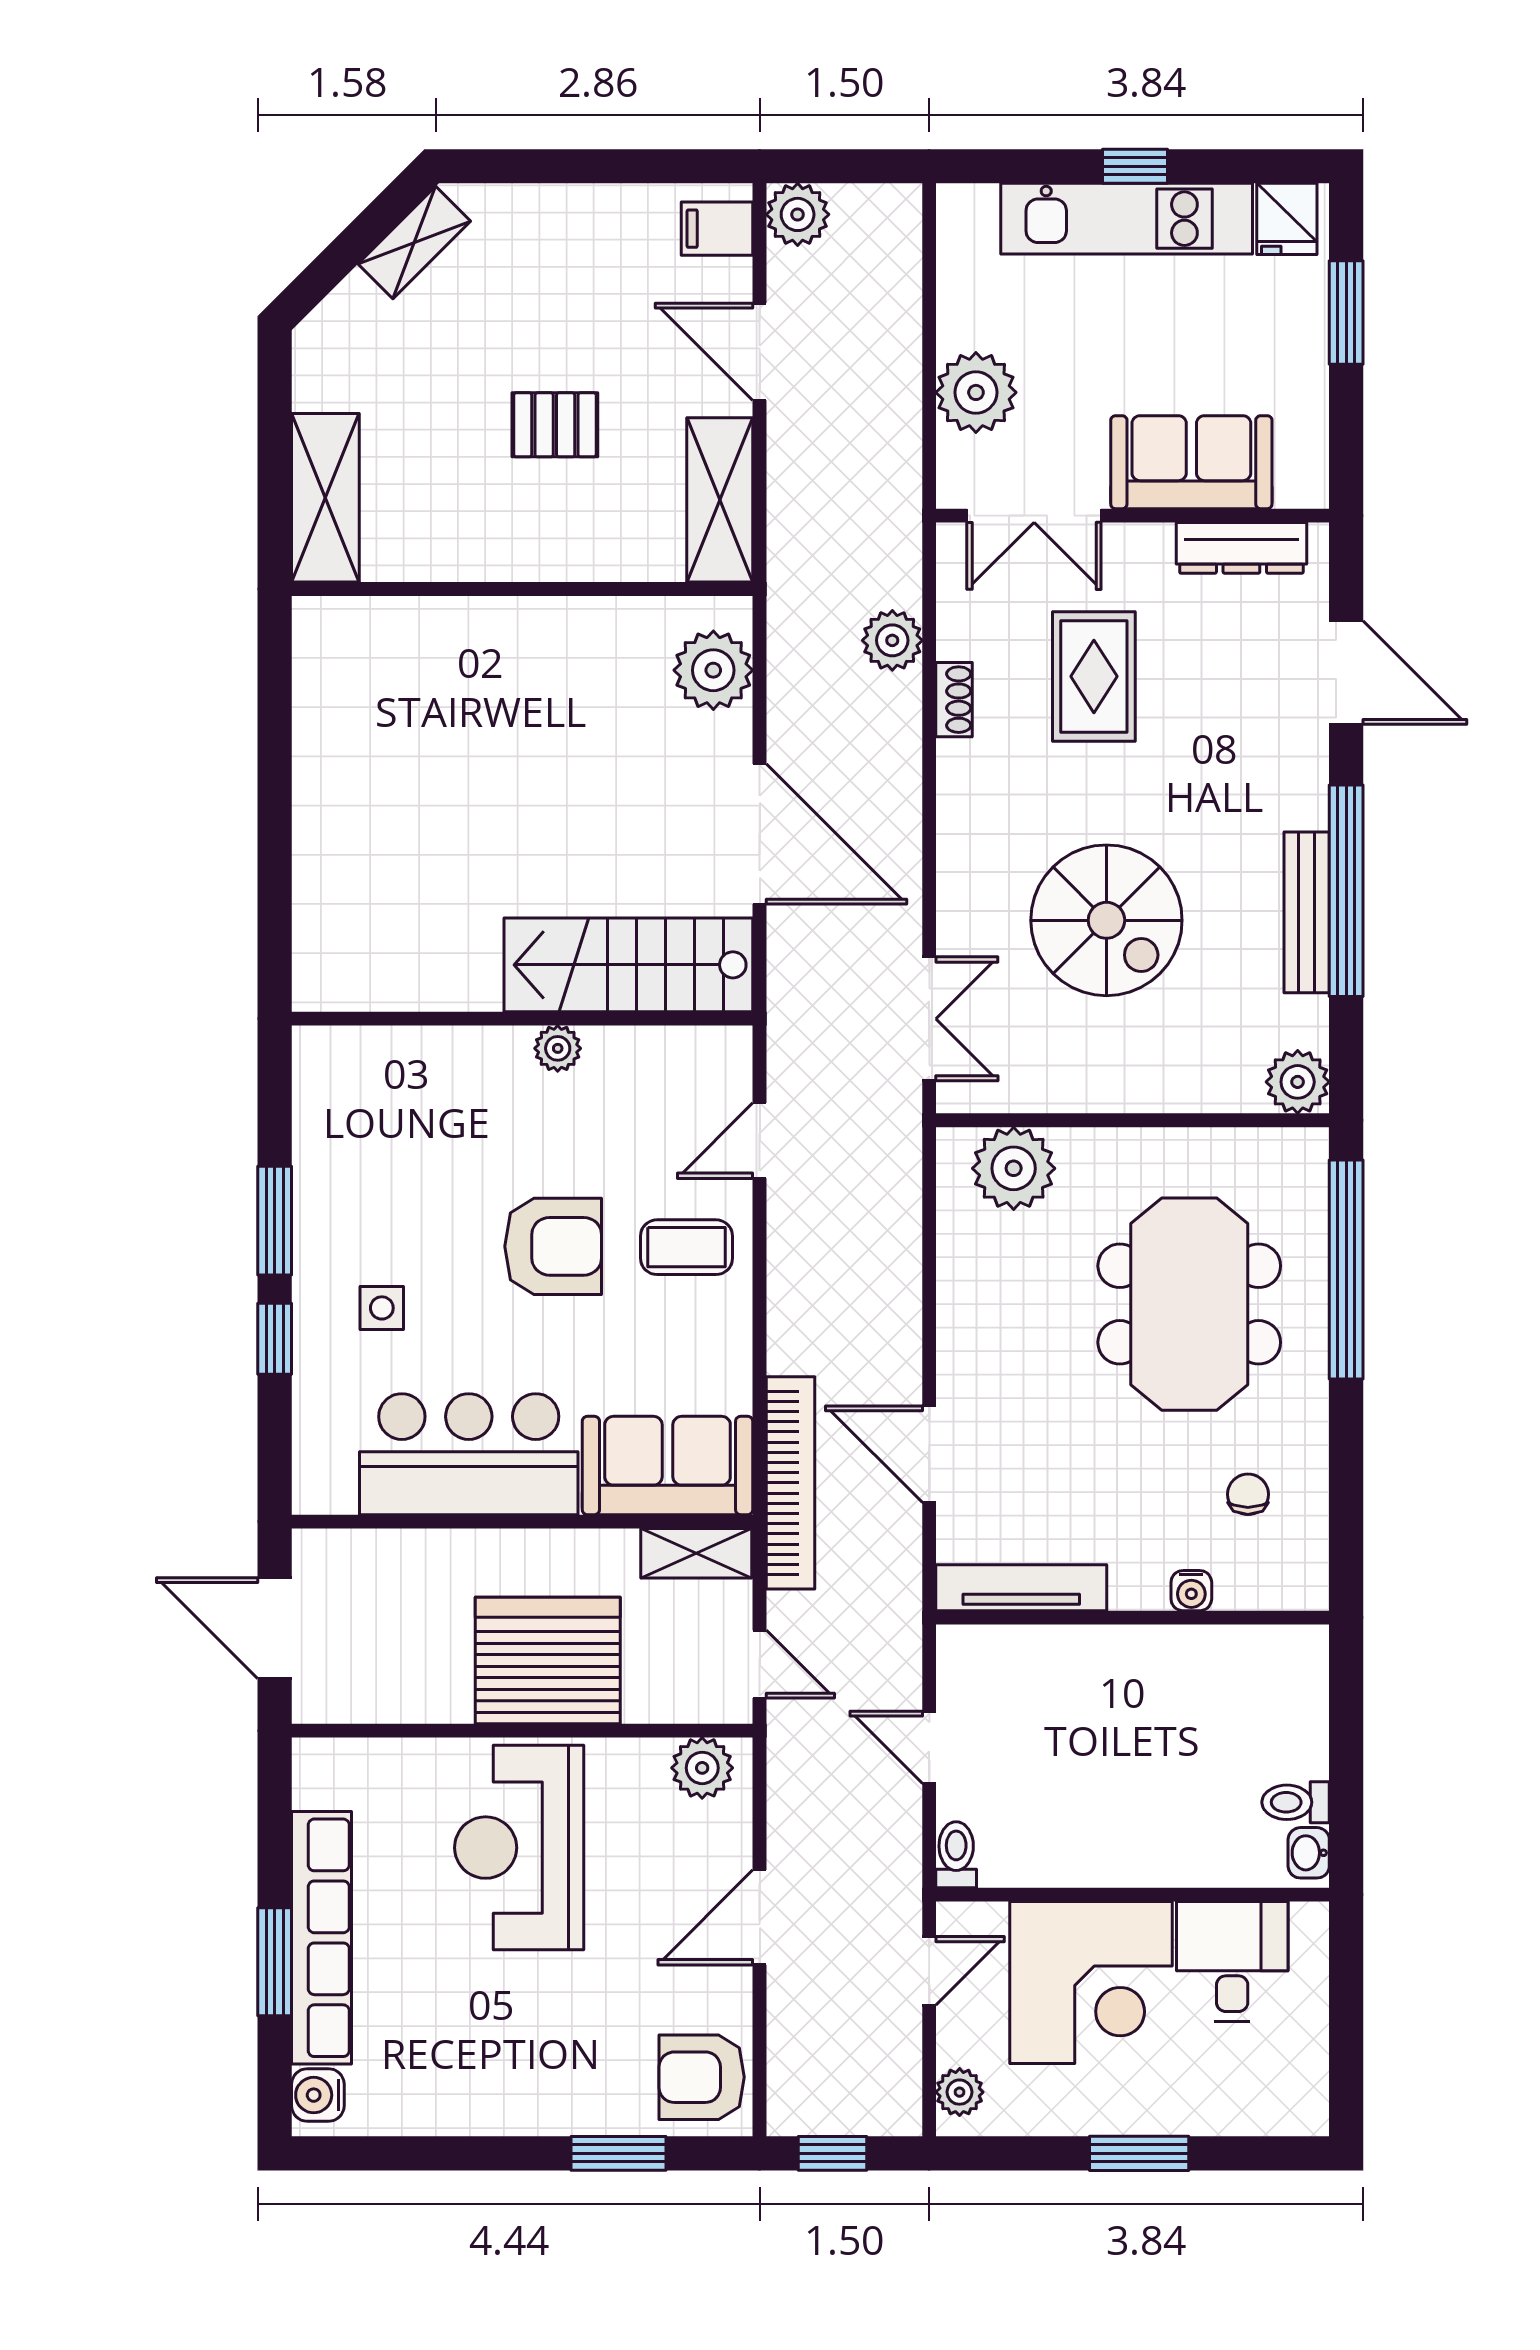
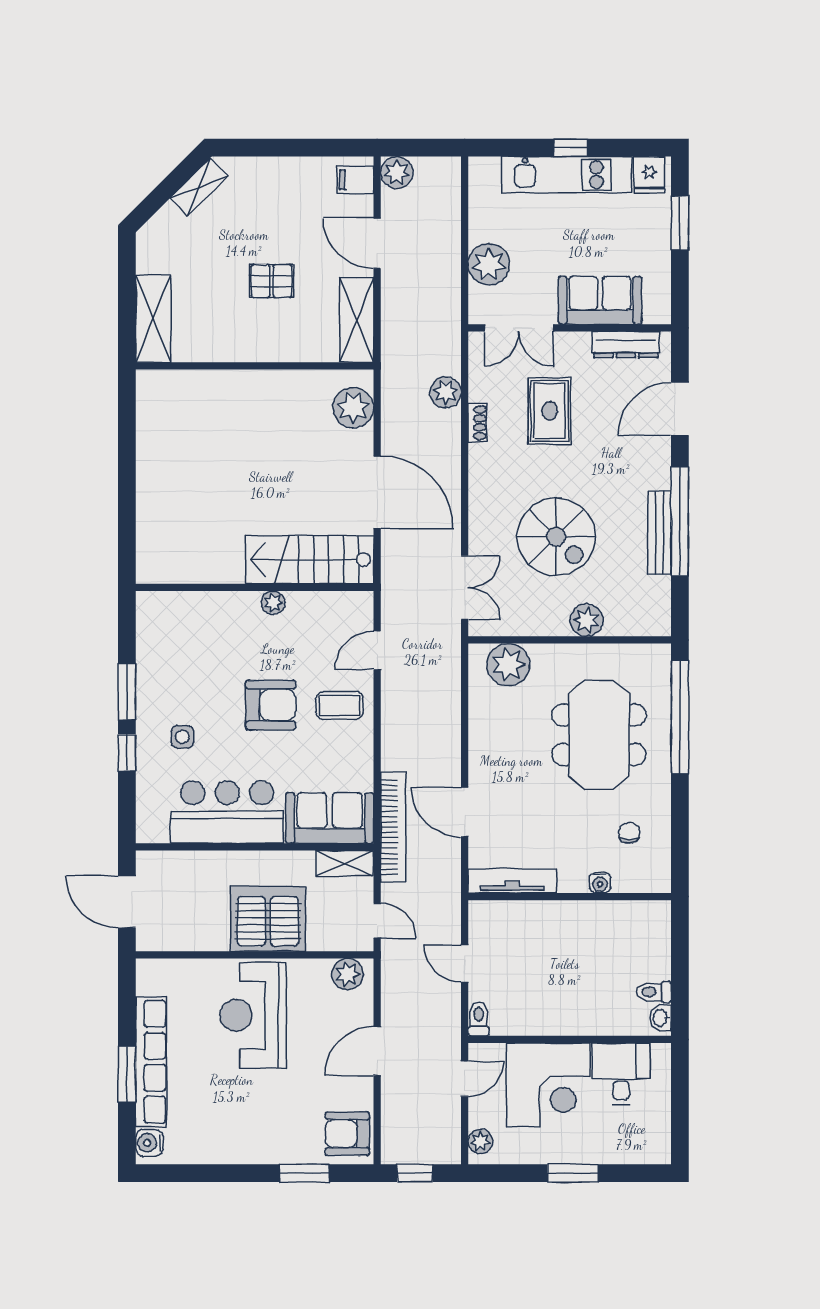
door: (1346, 673) -> (680, 409), swing flipped
plant: (1298, 1082) -> (586, 620), moved

